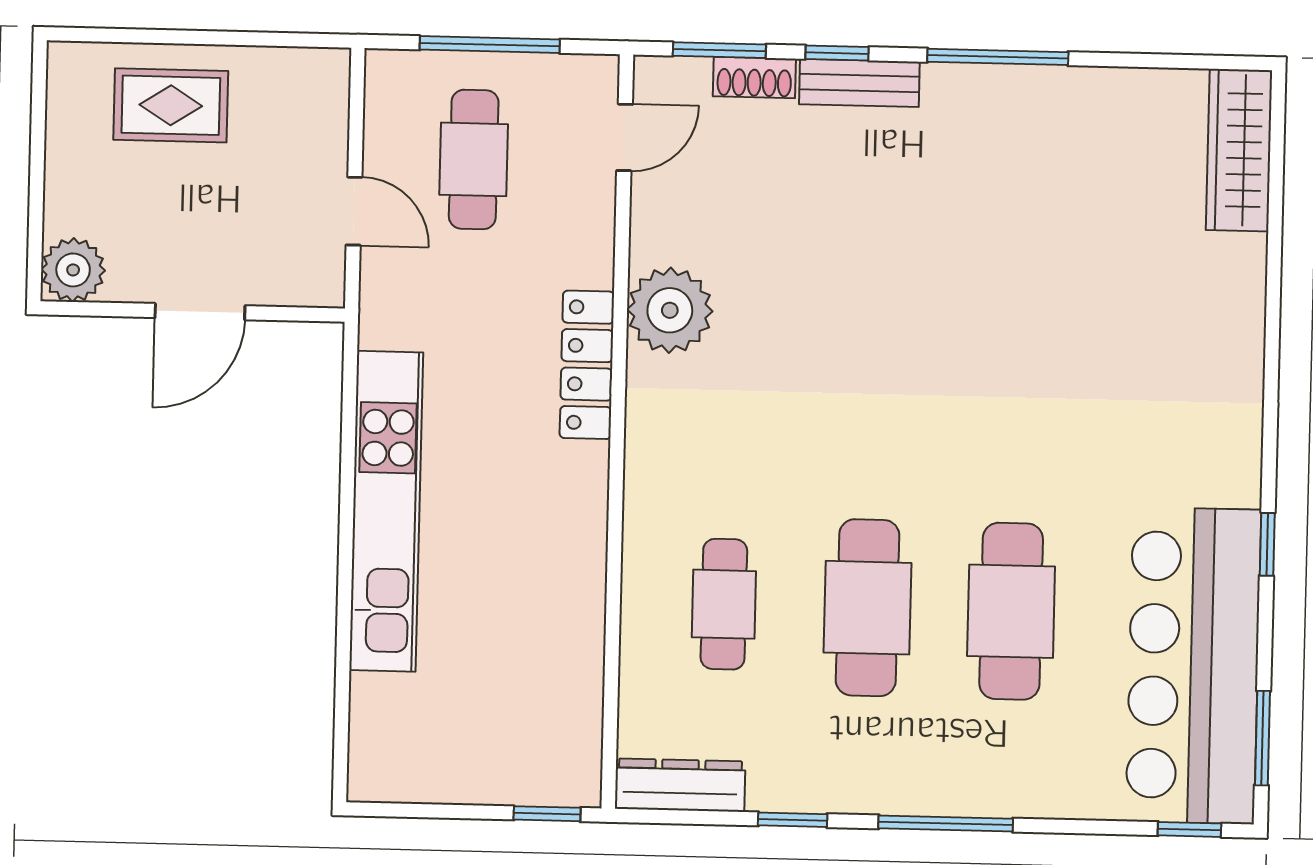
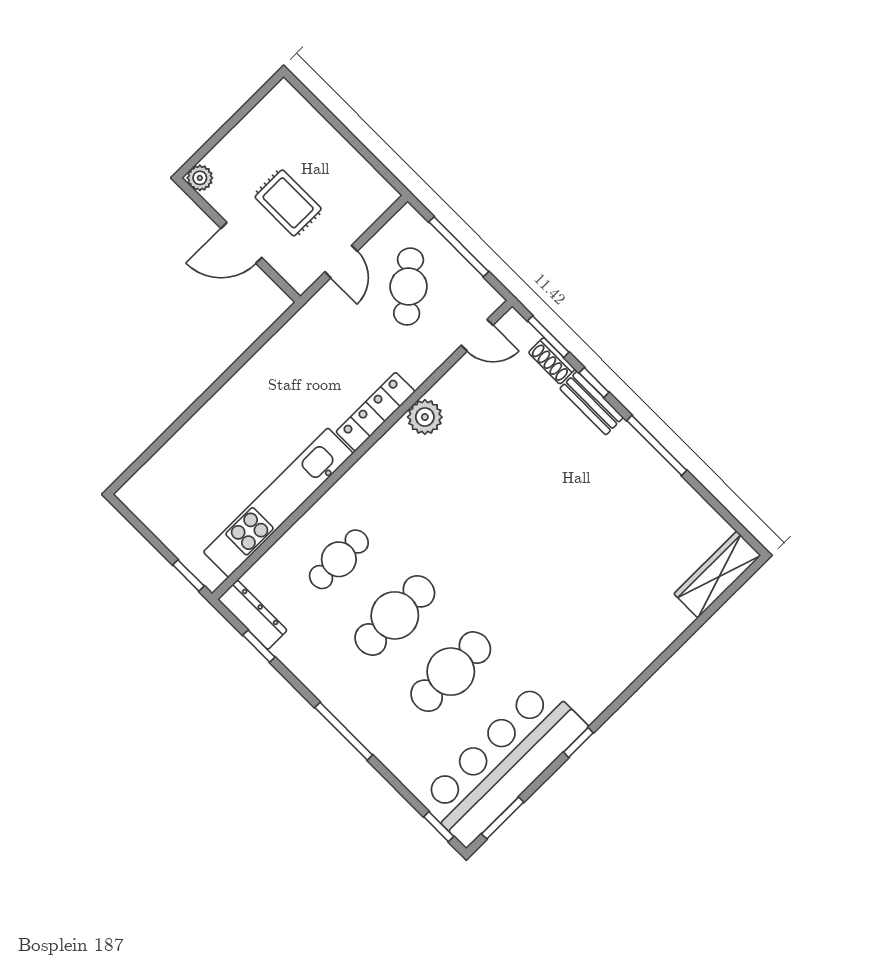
rug: (171, 105) -> (288, 203), moved
cafe table: (474, 159) -> (409, 287), turned -41
plant: (73, 270) -> (200, 178), width x0.73, depth x0.73
plant: (670, 310) -> (425, 417), width x0.73, depth x0.73
kitchen unit: (386, 511) -> (278, 503), moved, turned 180
window: (793, 820) -> (259, 646), moved

